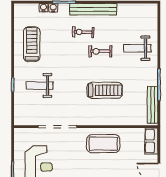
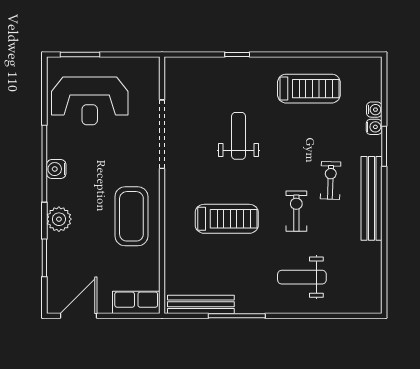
weight bench: (137, 48) -> (302, 277), turned -90
weight bench: (39, 85) -> (238, 136), moved
treadmill: (105, 90) -> (227, 219), turned -90

